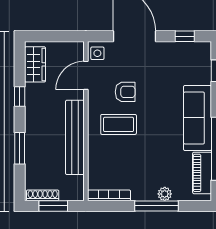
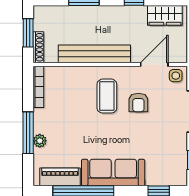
door: (86, 75) -> (154, 64), hinge flipped
shoe rack: (43, 195) -> (38, 47), moved

